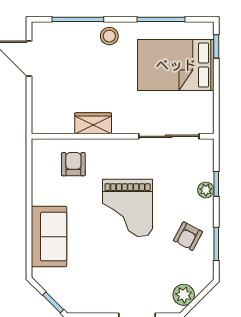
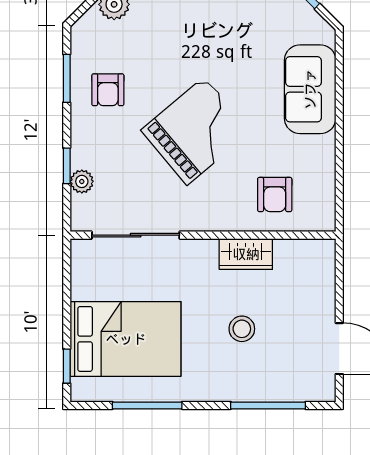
stool: (109, 36) -> (242, 329), moved
plant: (206, 190) -> (82, 181), moved
grand piano: (128, 208) -> (196, 131), turned 50
armchair: (188, 236) -> (108, 90), turned 152

